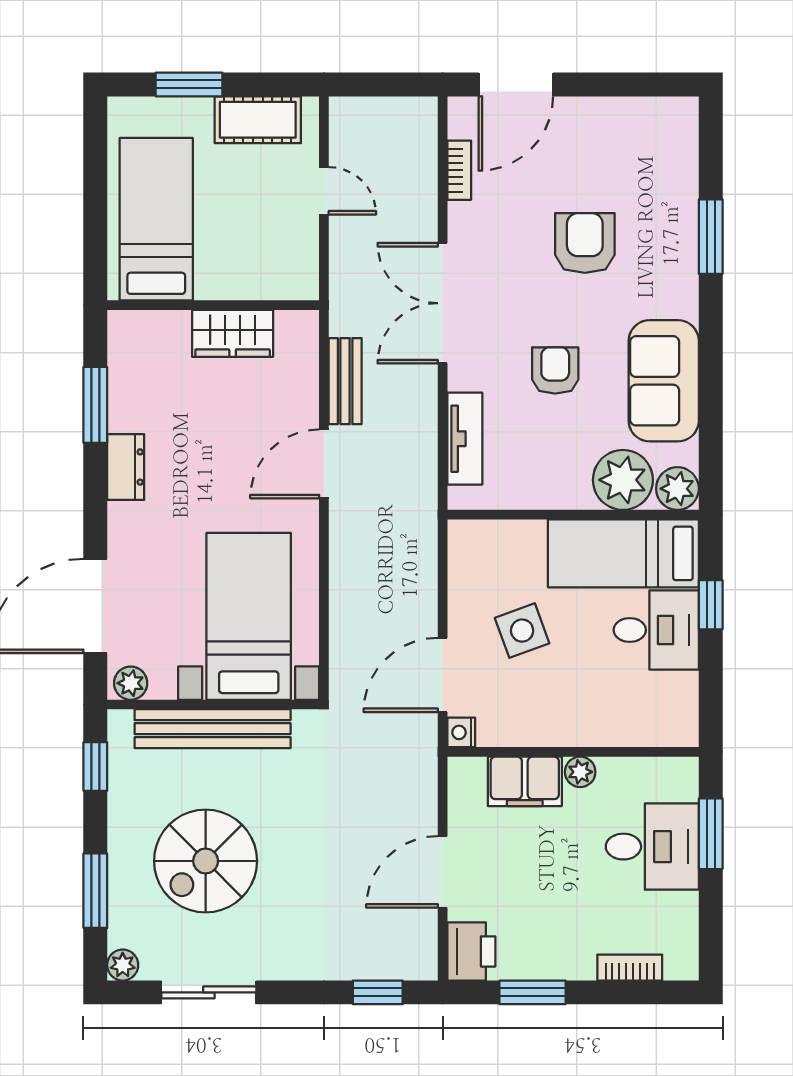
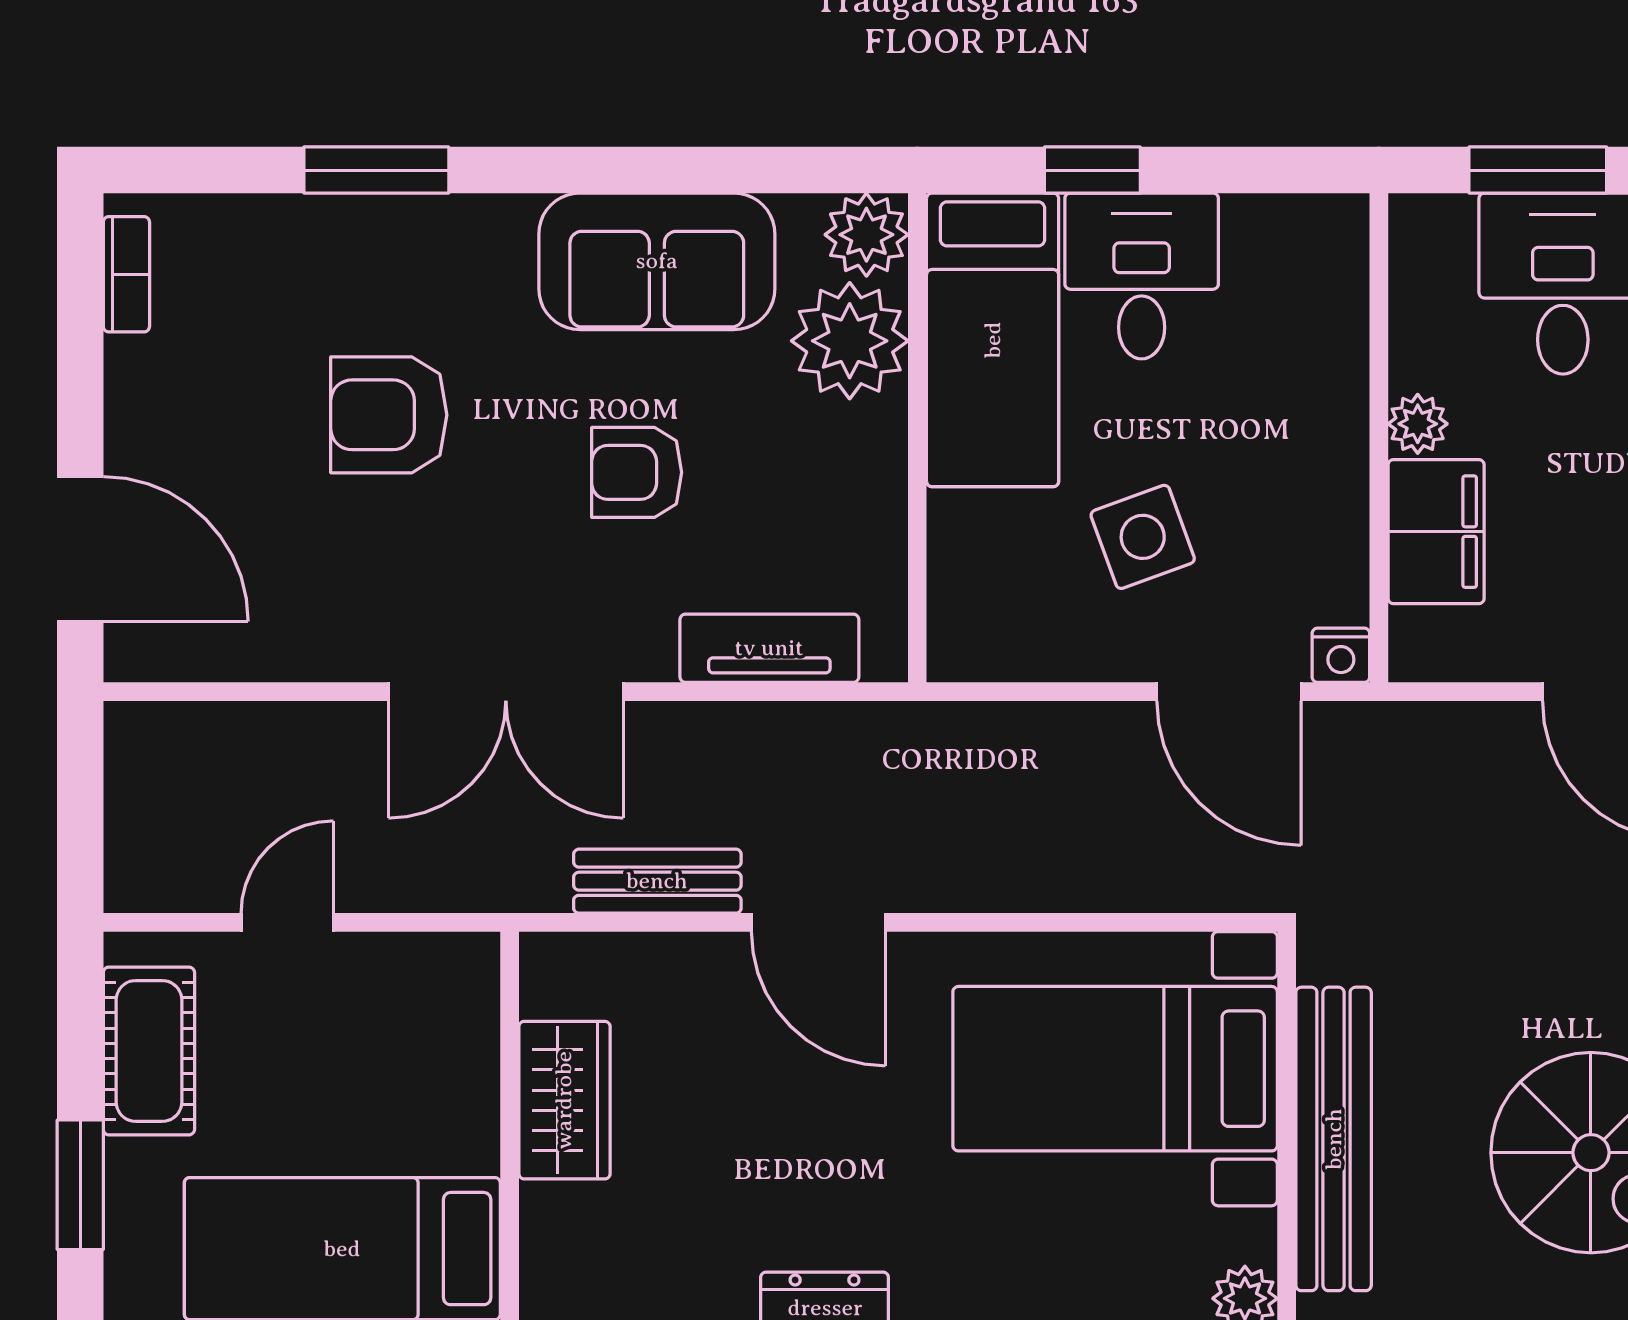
bookcase: (459, 170) -> (126, 274), moved, turned 90

